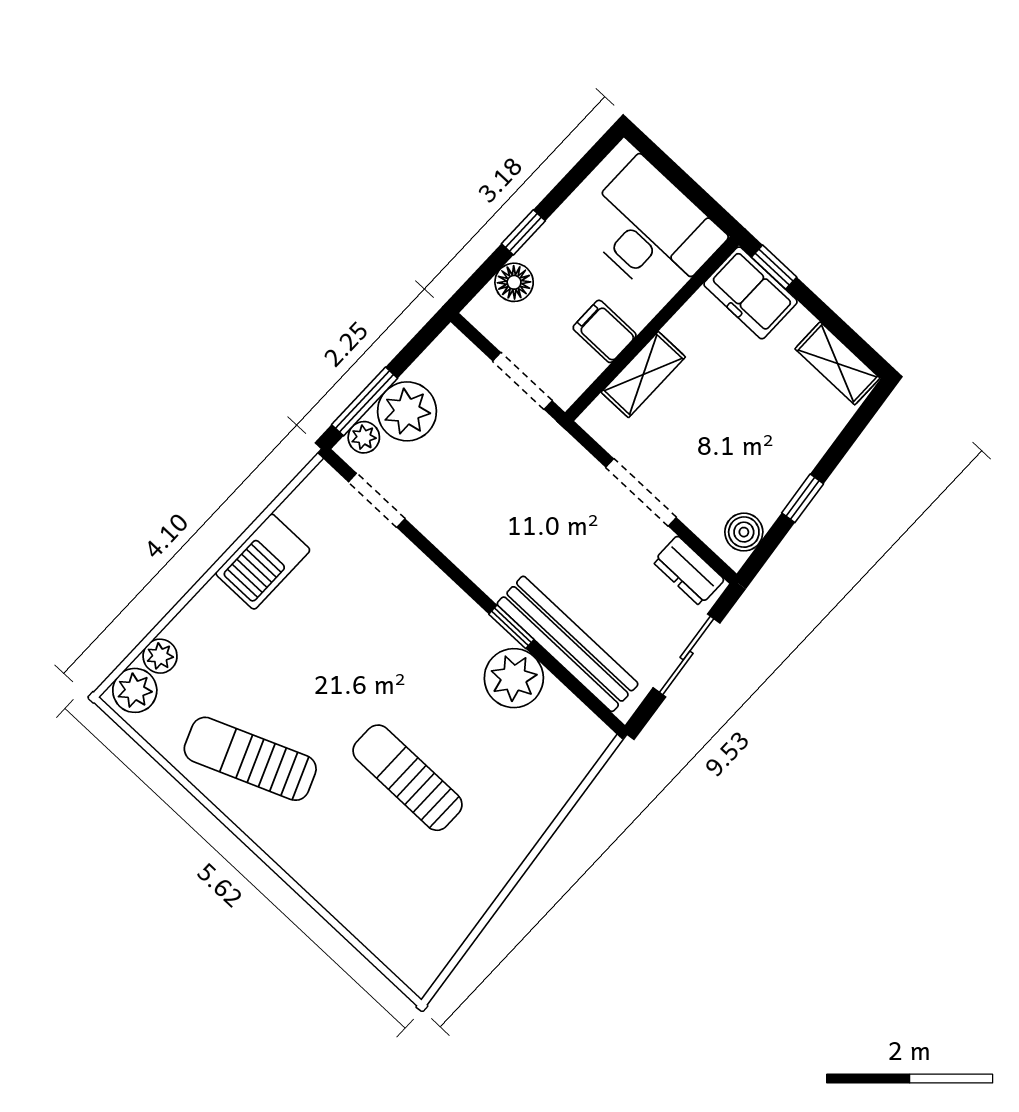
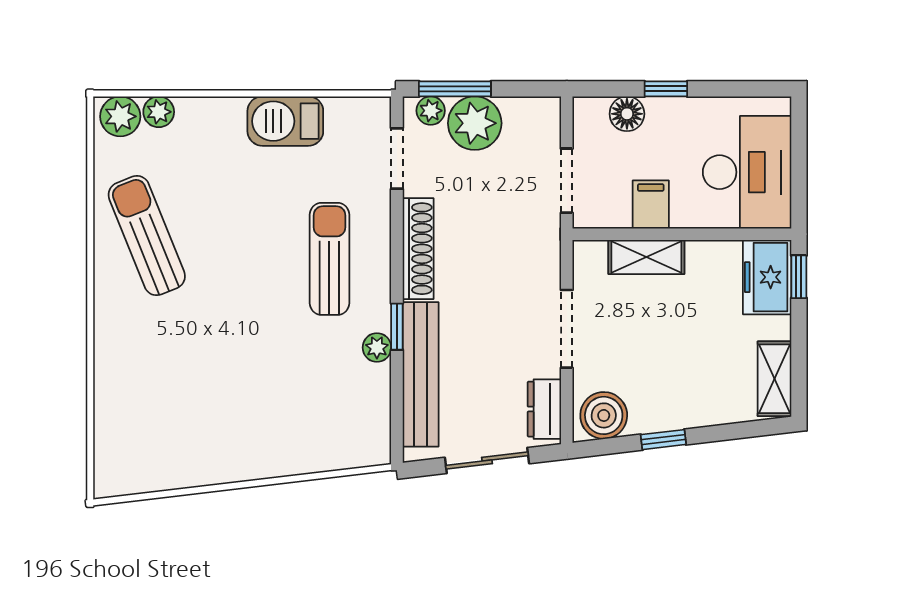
boiler: (744, 532) -> (604, 415), width x1.36, depth x1.36
shoe rack: (465, 551) -> (418, 249), added
plant: (514, 678) -> (377, 348), width x0.53, depth x0.53
sun lounger: (408, 778) -> (329, 259), moved

